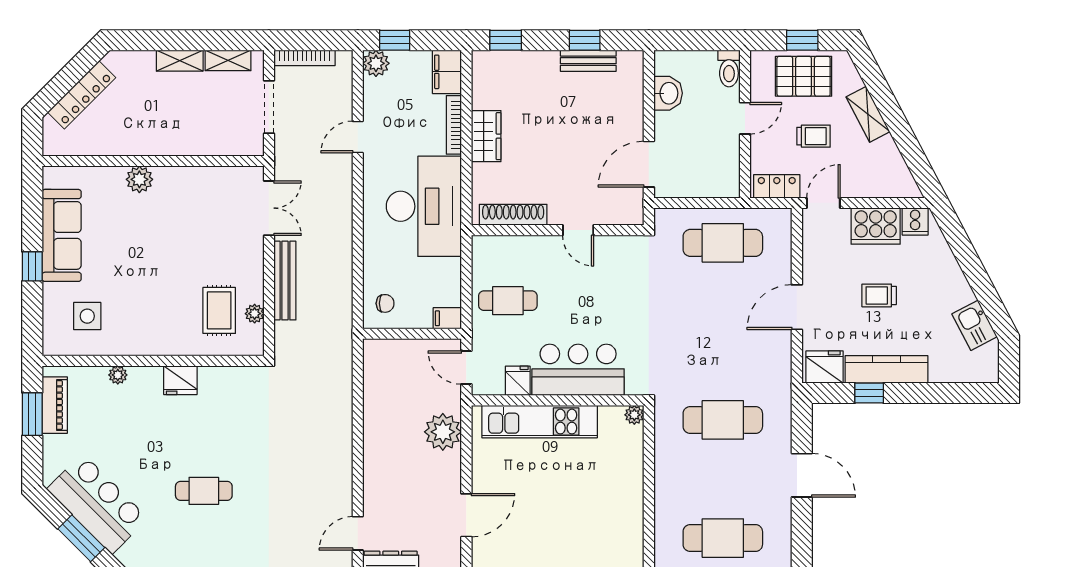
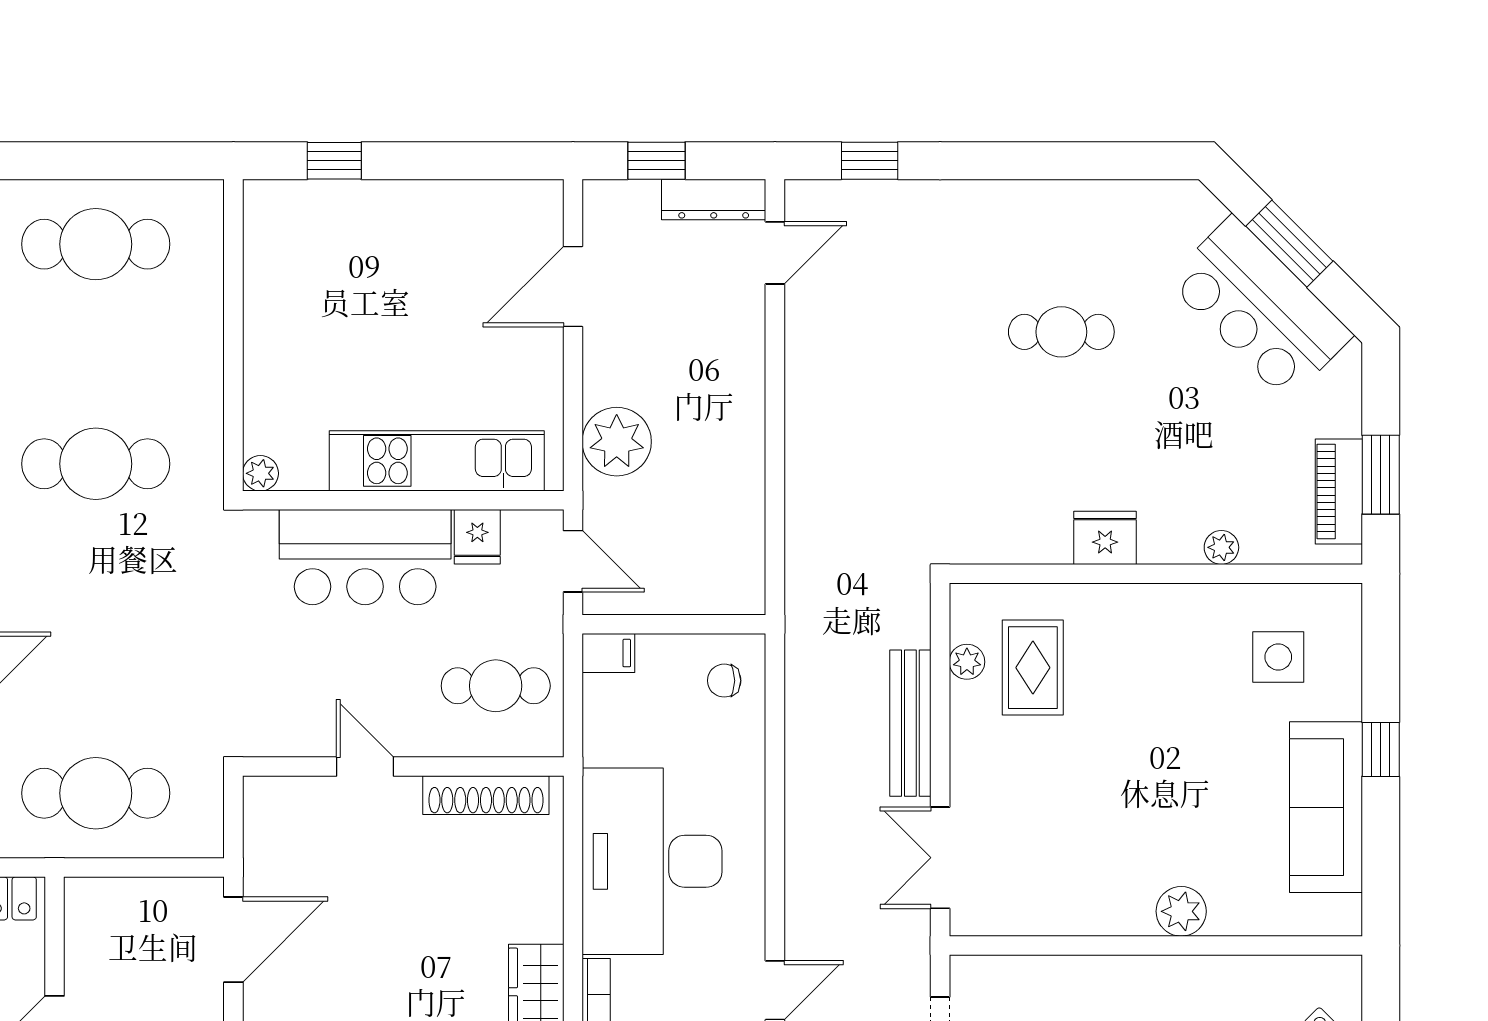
shoe rack: (513, 215) -> (486, 795), moved
wall: (558, 230) -> (403, 766), moved
door: (578, 230) -> (365, 766), moved

